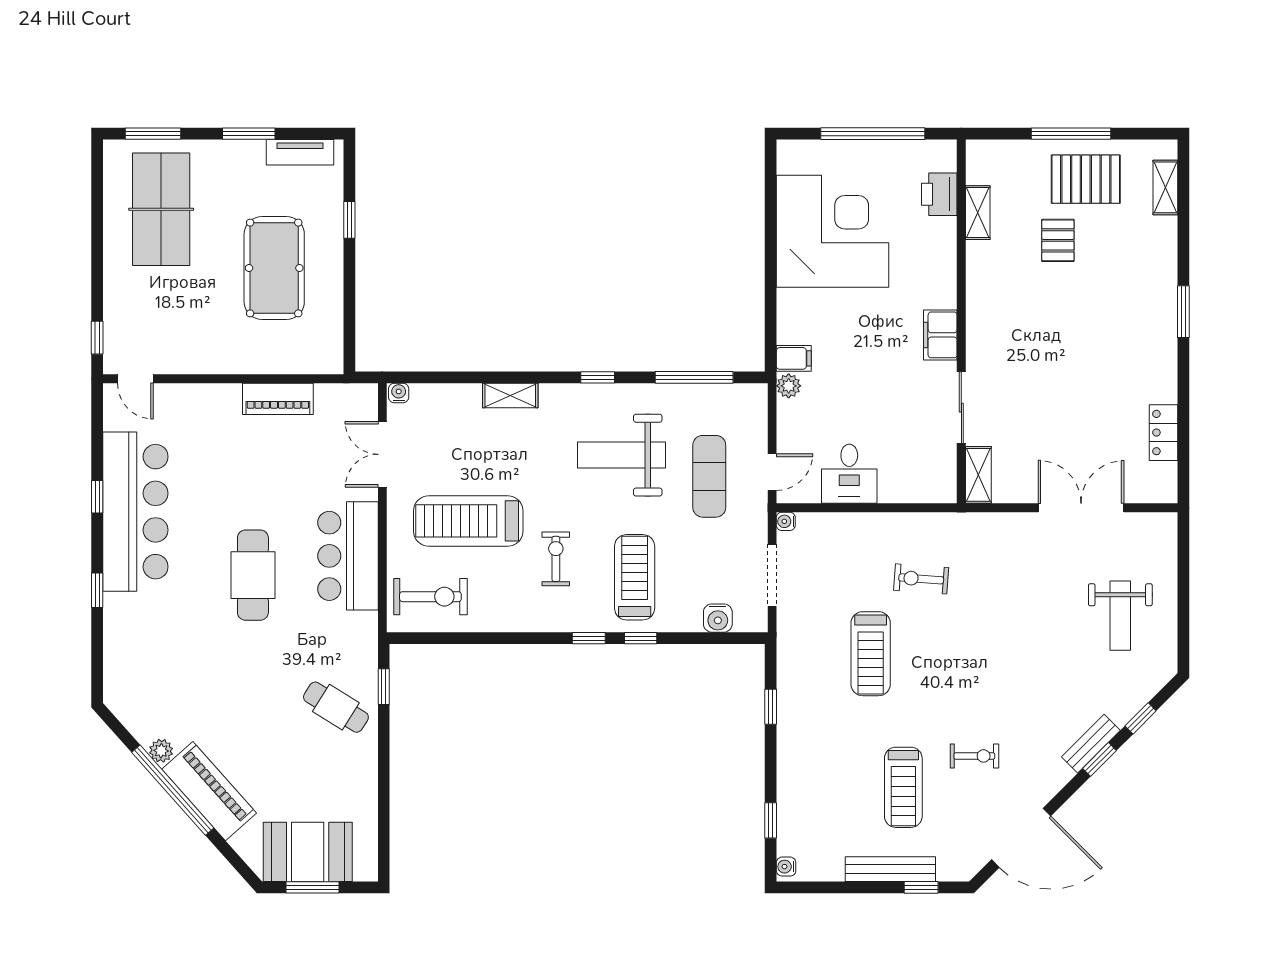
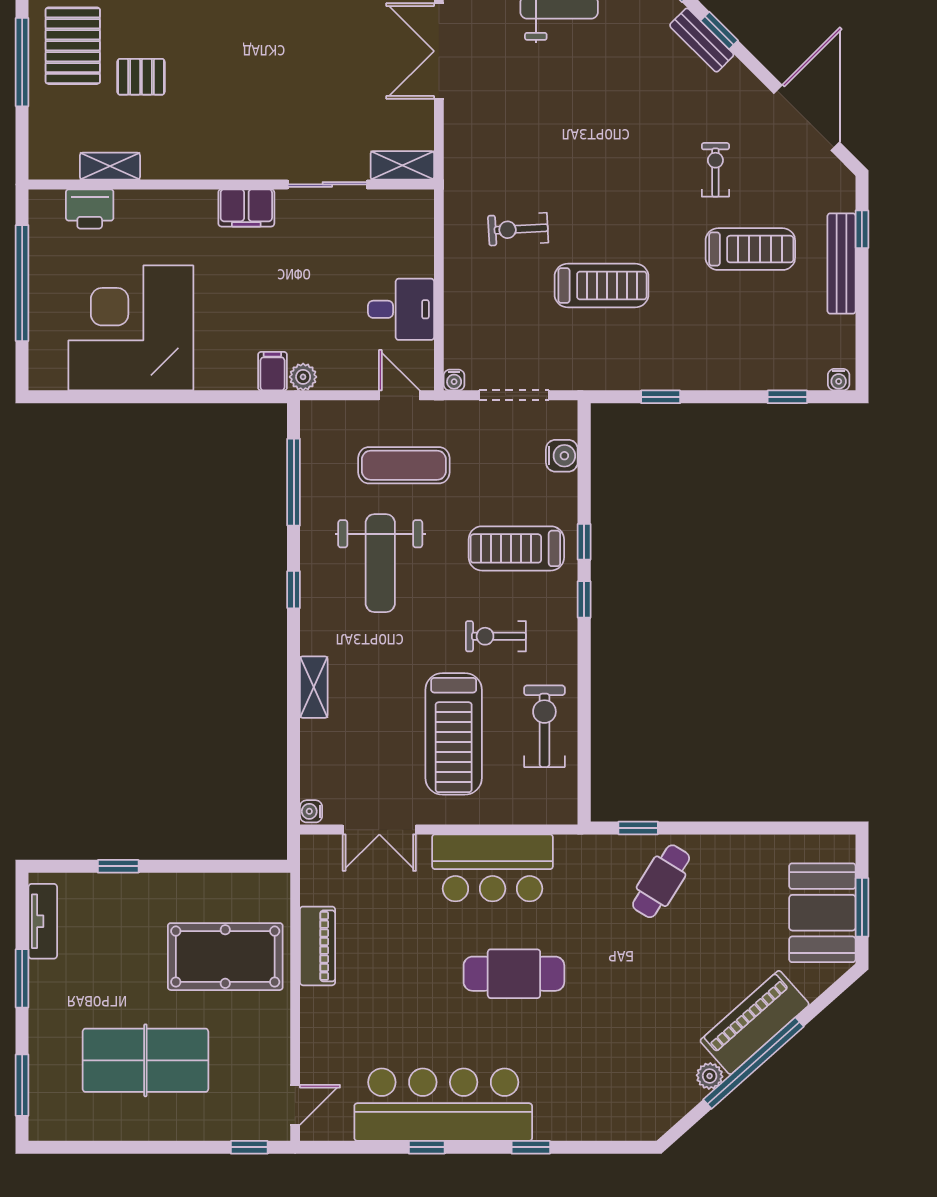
table tennis table: (161, 209) -> (145, 1060), moved
pool table: (274, 268) -> (225, 957), moved
exercise bike: (921, 579) -> (518, 229), turned 83
exercise bike: (430, 597) -> (544, 726), moved

